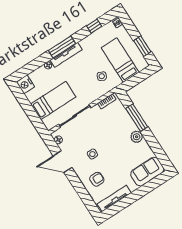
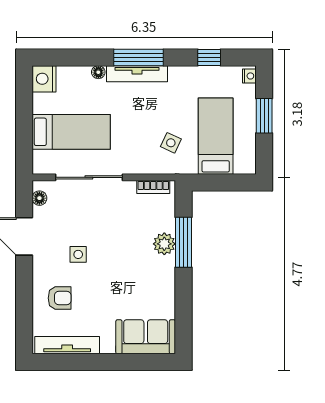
window: (142, 46) -> (264, 116), moved
plant: (137, 137) -> (164, 244), moved

